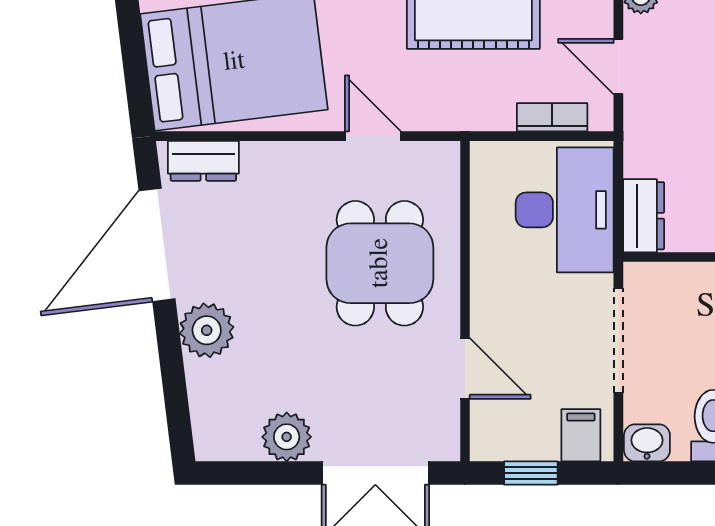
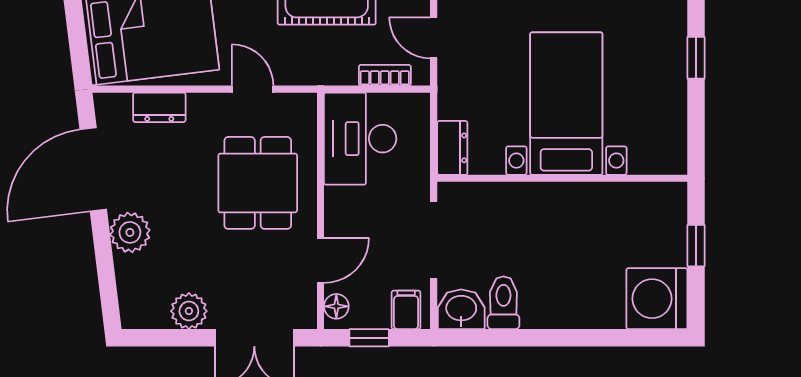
dresser: (203, 161) -> (159, 107), moved
desk: (565, 210) -> (360, 139), moved, turned 180
door: (465, 368) -> (321, 260), hinge flipped
floor lamp: (486, 430) -> (336, 306), added
washbasin: (647, 443) -> (461, 309), width x1.38, depth x1.45

